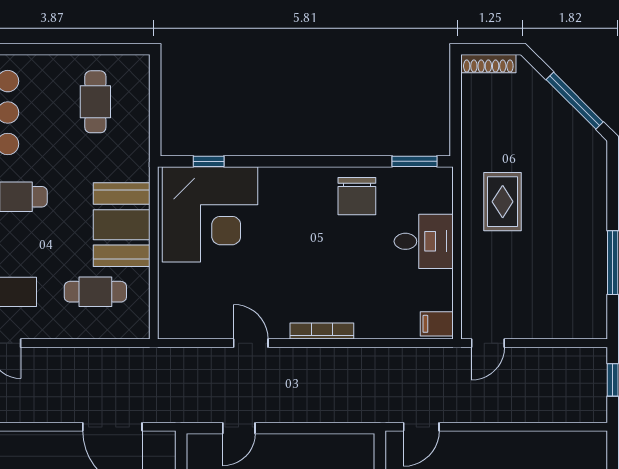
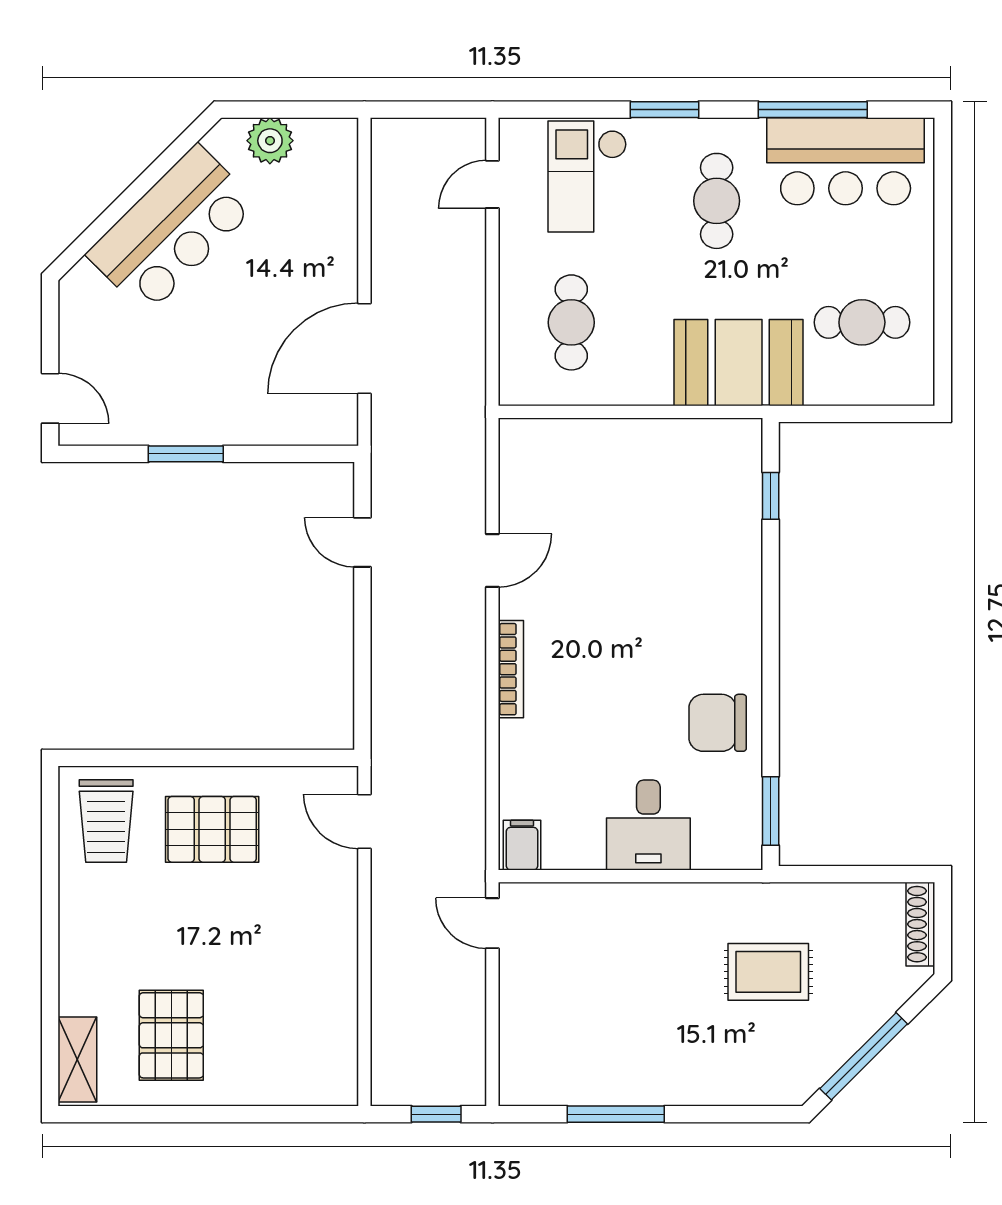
rug: (503, 202) -> (768, 972), moved
corner desk: (210, 214) -> (690, 498), removed
booth: (122, 225) -> (739, 363), moved

